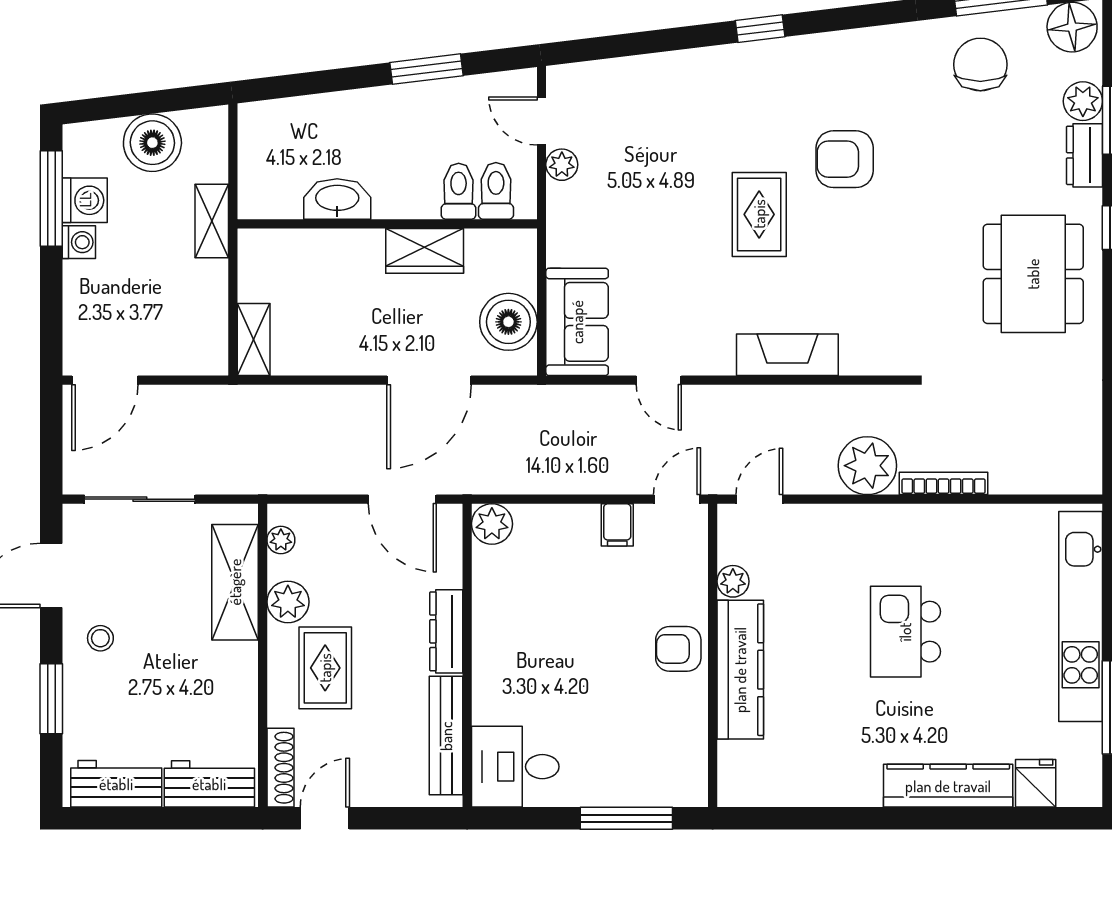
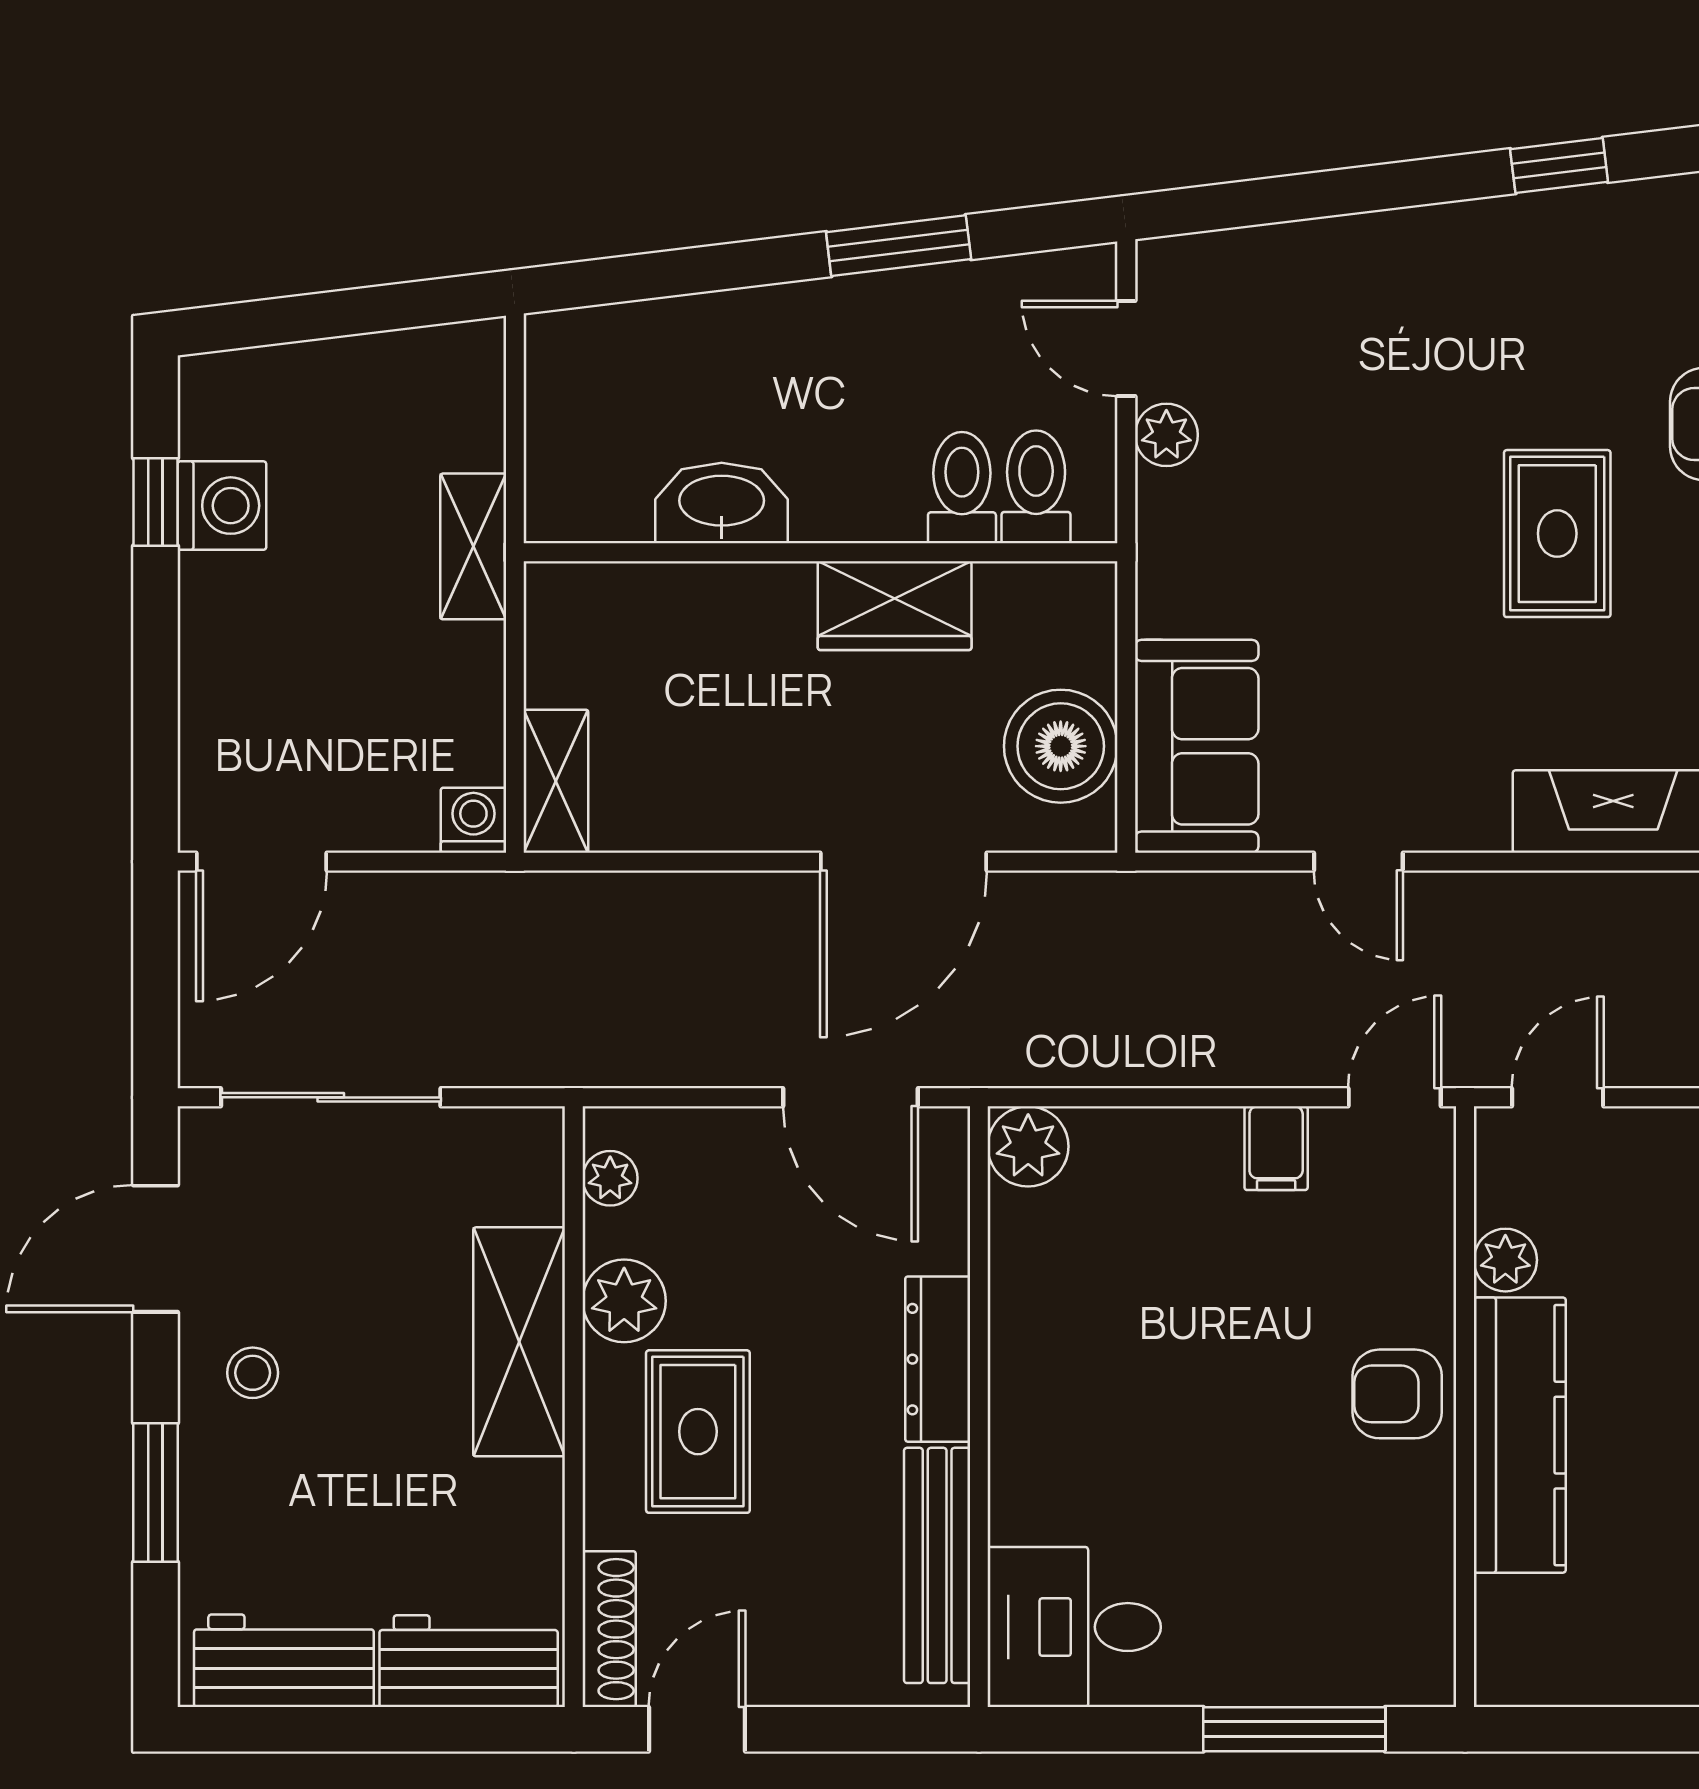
boiler: (152, 143) -> (356, 391), removed
window: (51, 199) -> (155, 502), width x0.46
washing machine: (79, 242) -> (473, 820), moved, turned -90
shelving: (235, 582) -> (519, 1342), moved

